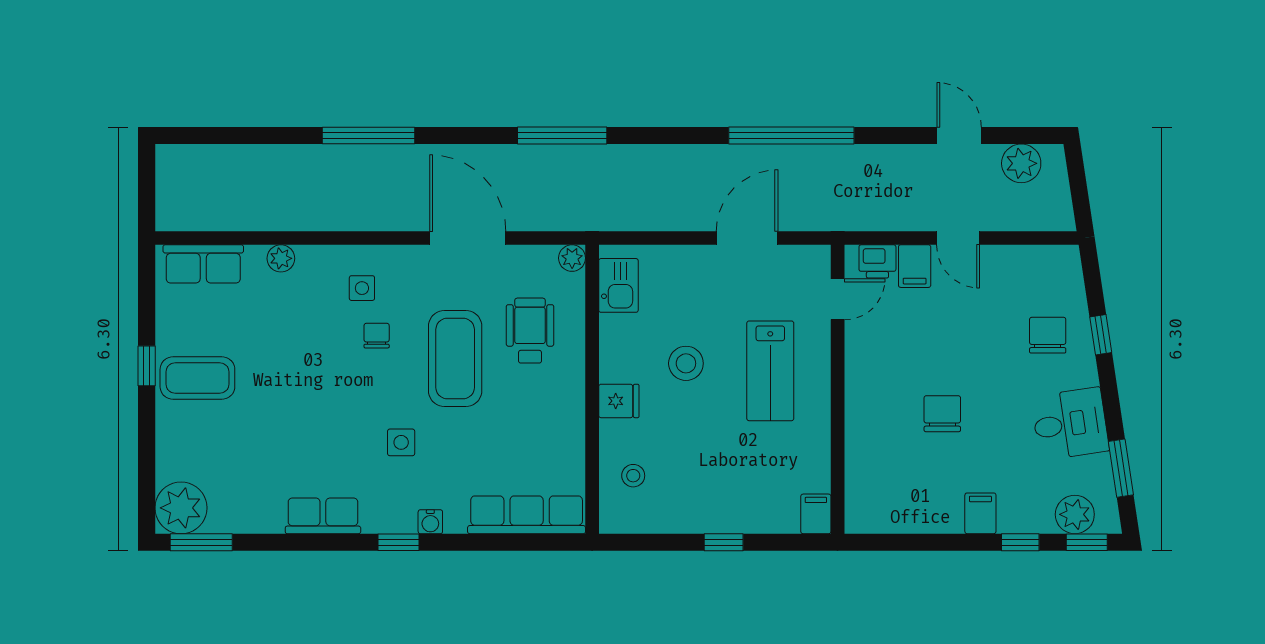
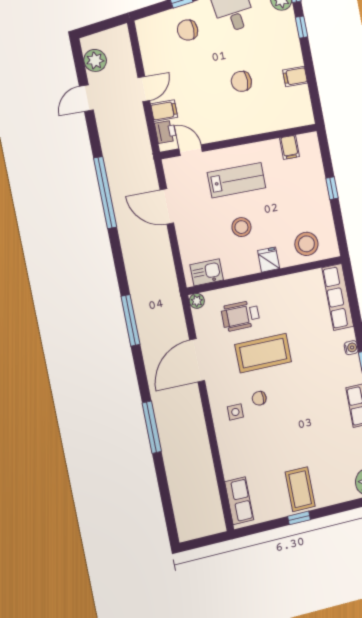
plant: (281, 258) -> (228, 460), removed
side table: (401, 442) -> (313, 372), removed
stool: (633, 476) -> (306, 244), width x1.89, depth x1.89
filing cabinet: (980, 513) -> (295, 76), moved
filing cabinet: (816, 514) -> (290, 147), moved, turned -90

